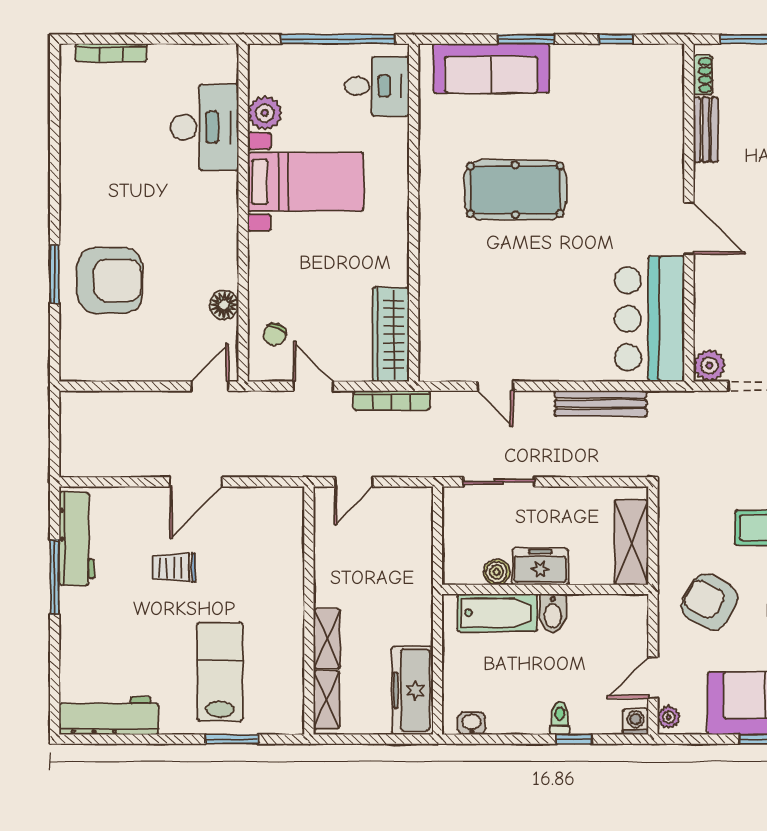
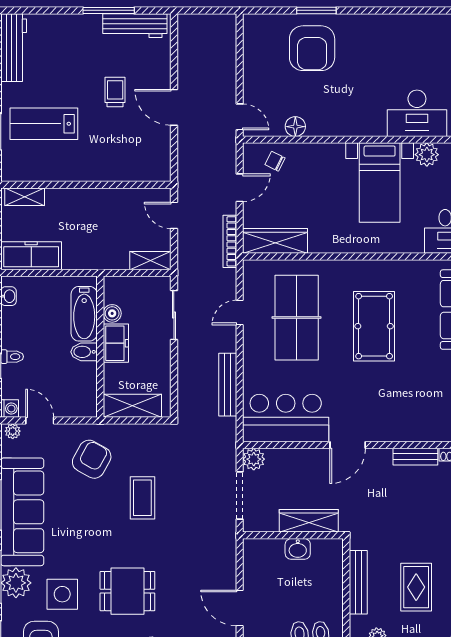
table tennis table: (503, 303) -> (297, 318), added
shelving: (327, 639) -> (150, 261), moved
lab bench: (220, 672) -> (44, 124), turned 180

